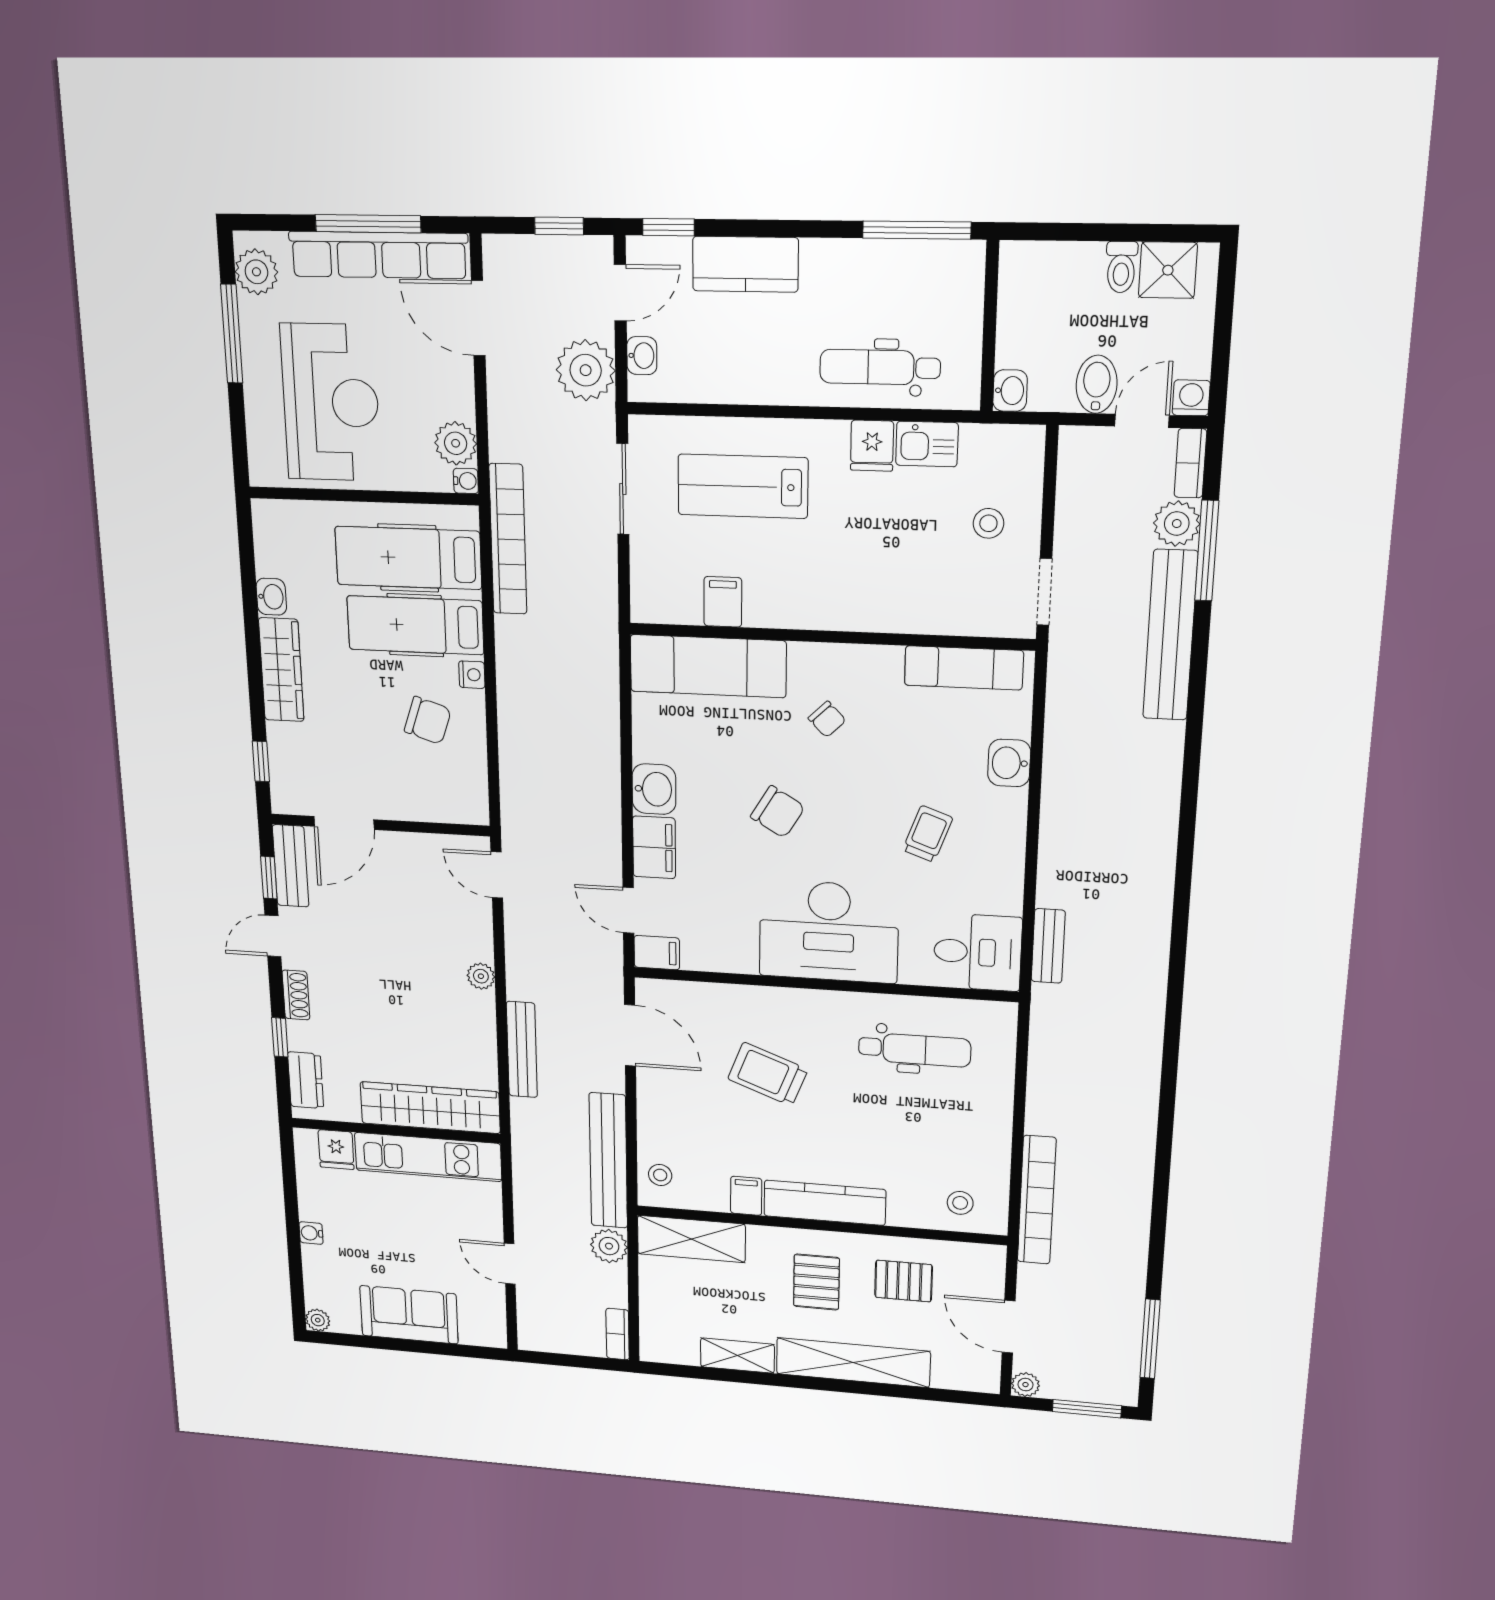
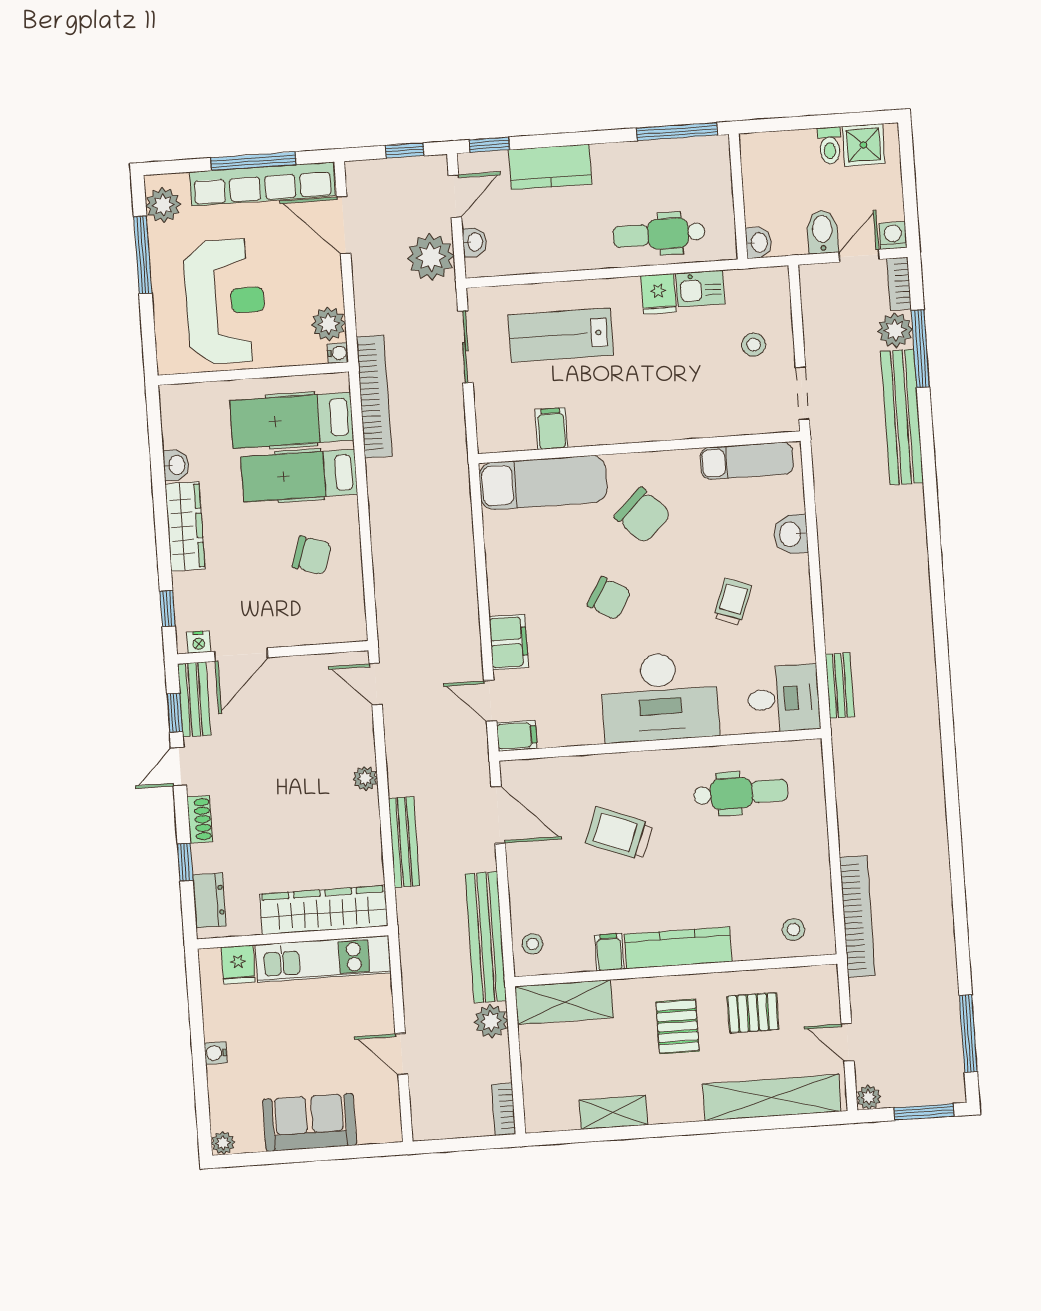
nightstand: (472, 675) -> (199, 642), moved, turned 90
chair: (827, 719) -> (643, 515), width x1.87, depth x1.87
washbasin: (654, 789) -> (505, 592), removed
door: (1009, 1327) -> (848, 1042), width x0.73
shelving: (853, 1363) -> (772, 1098), moved

